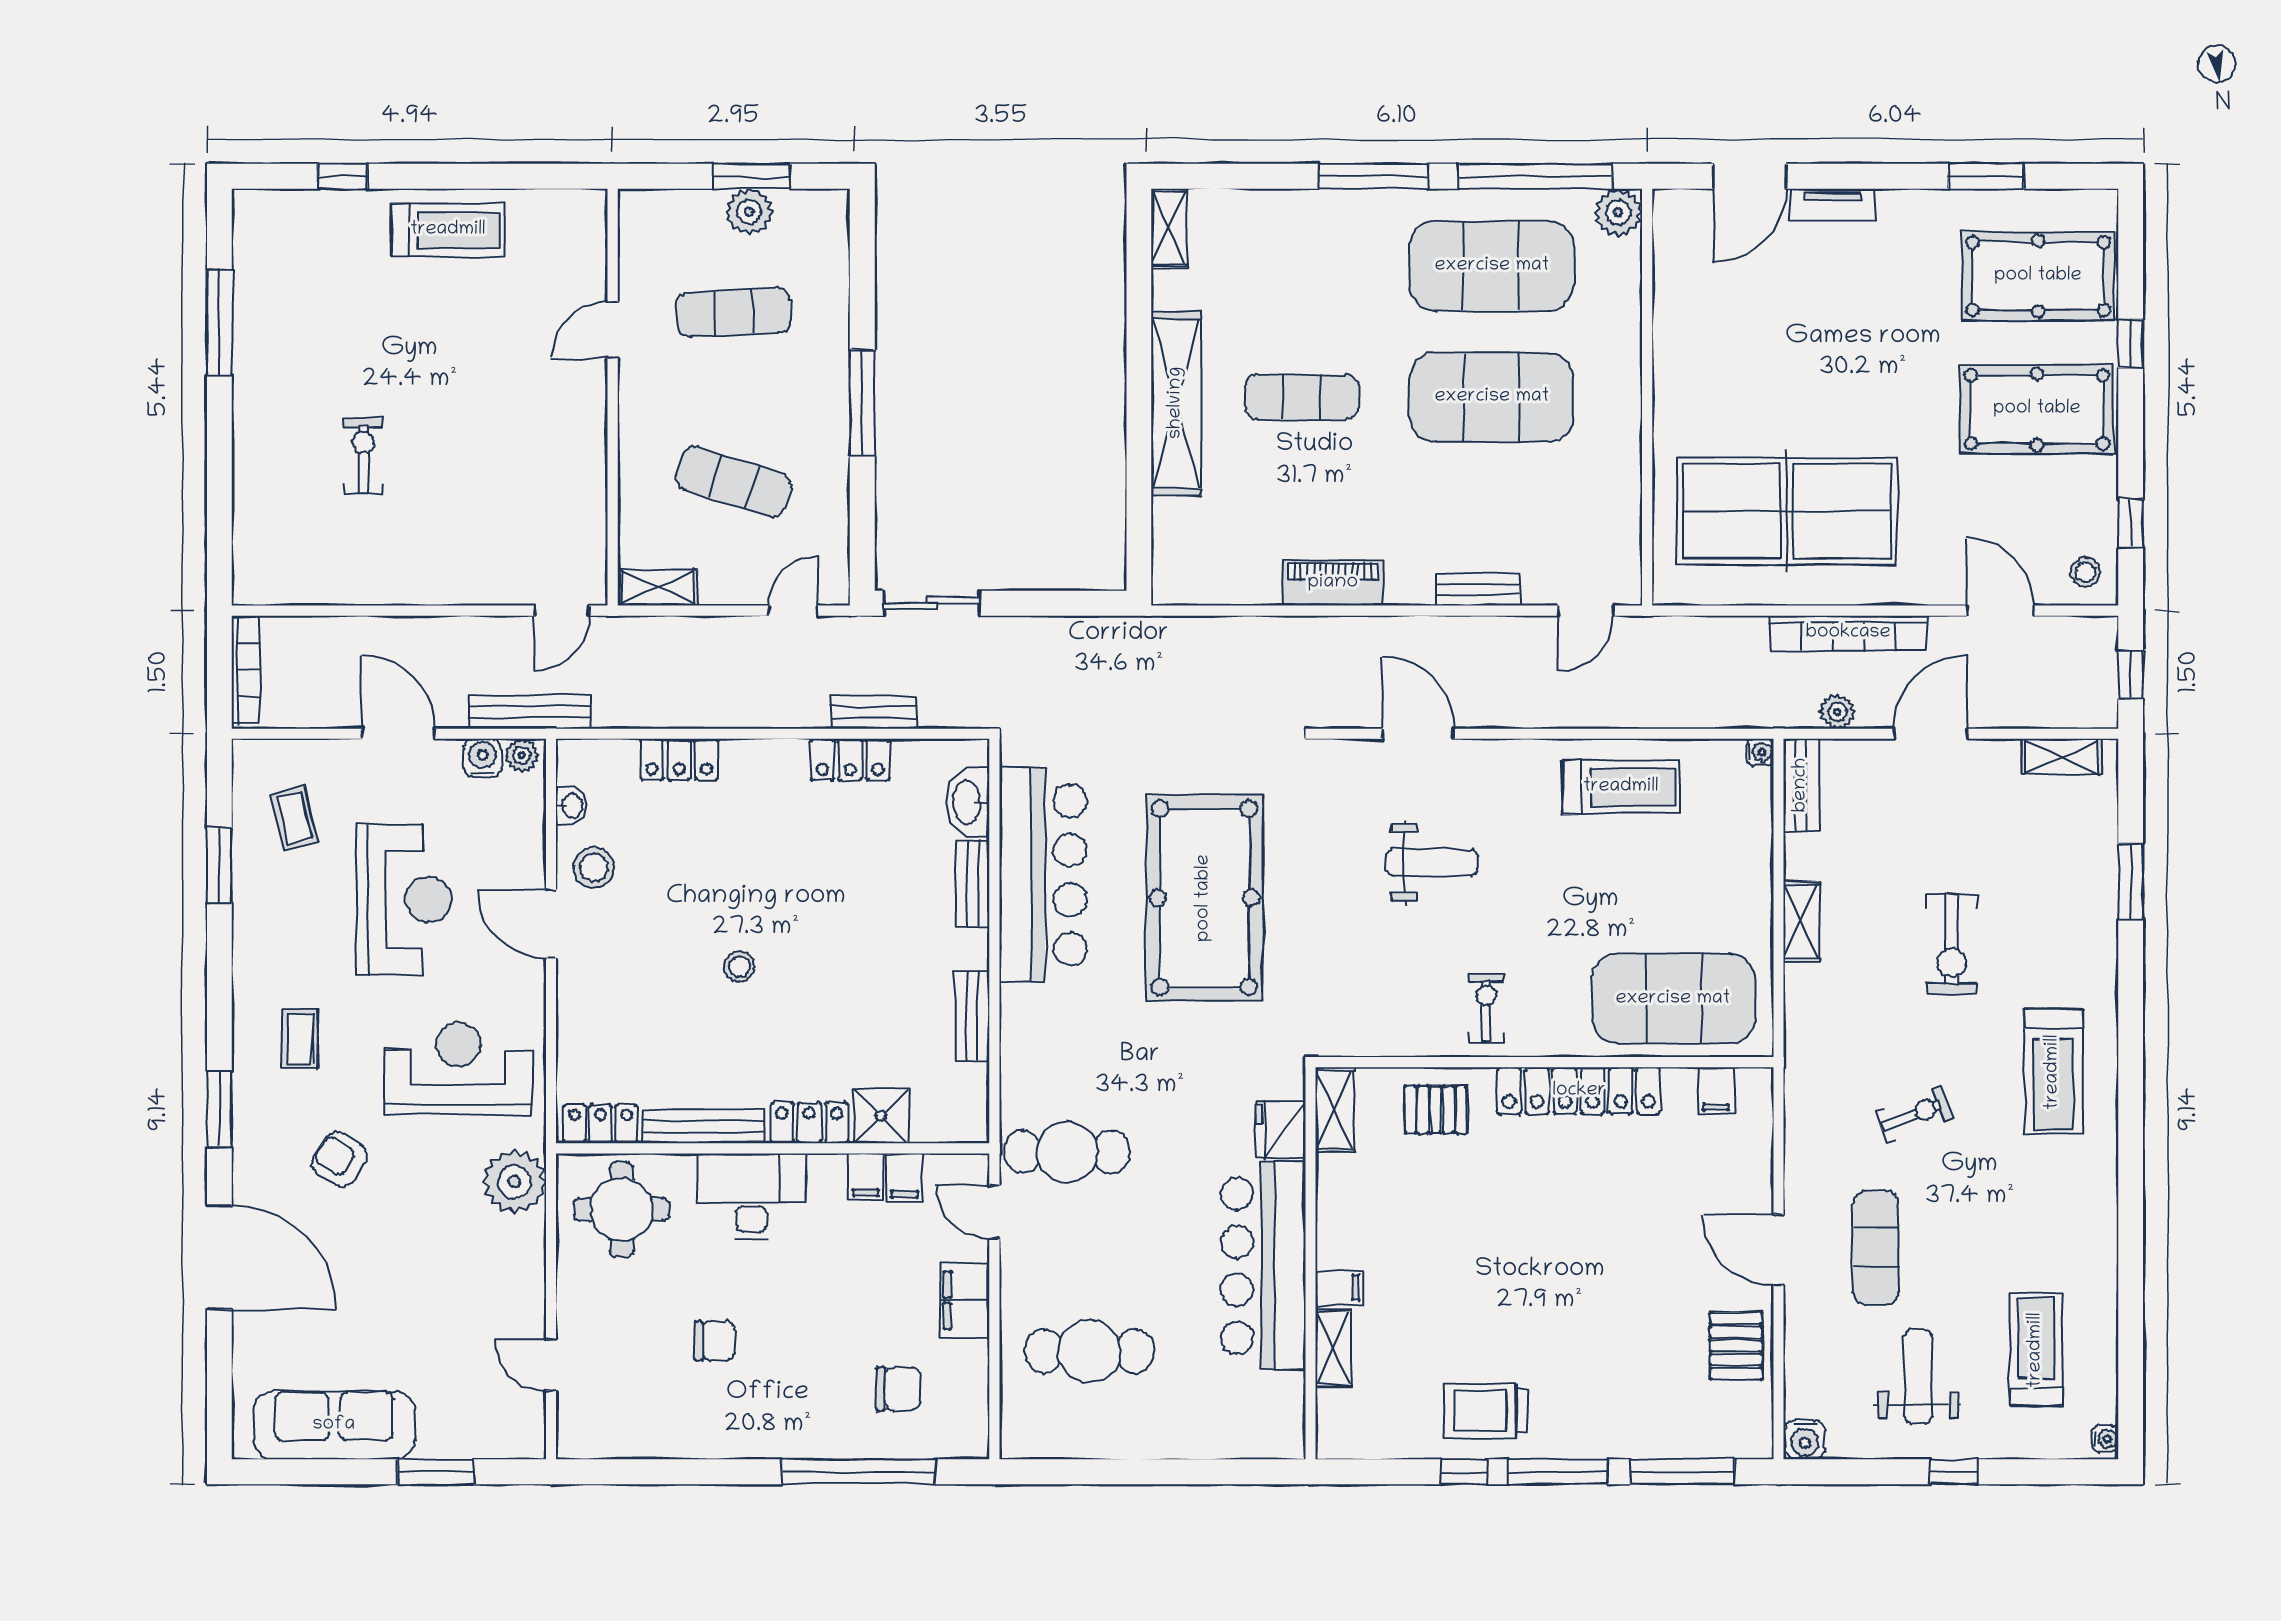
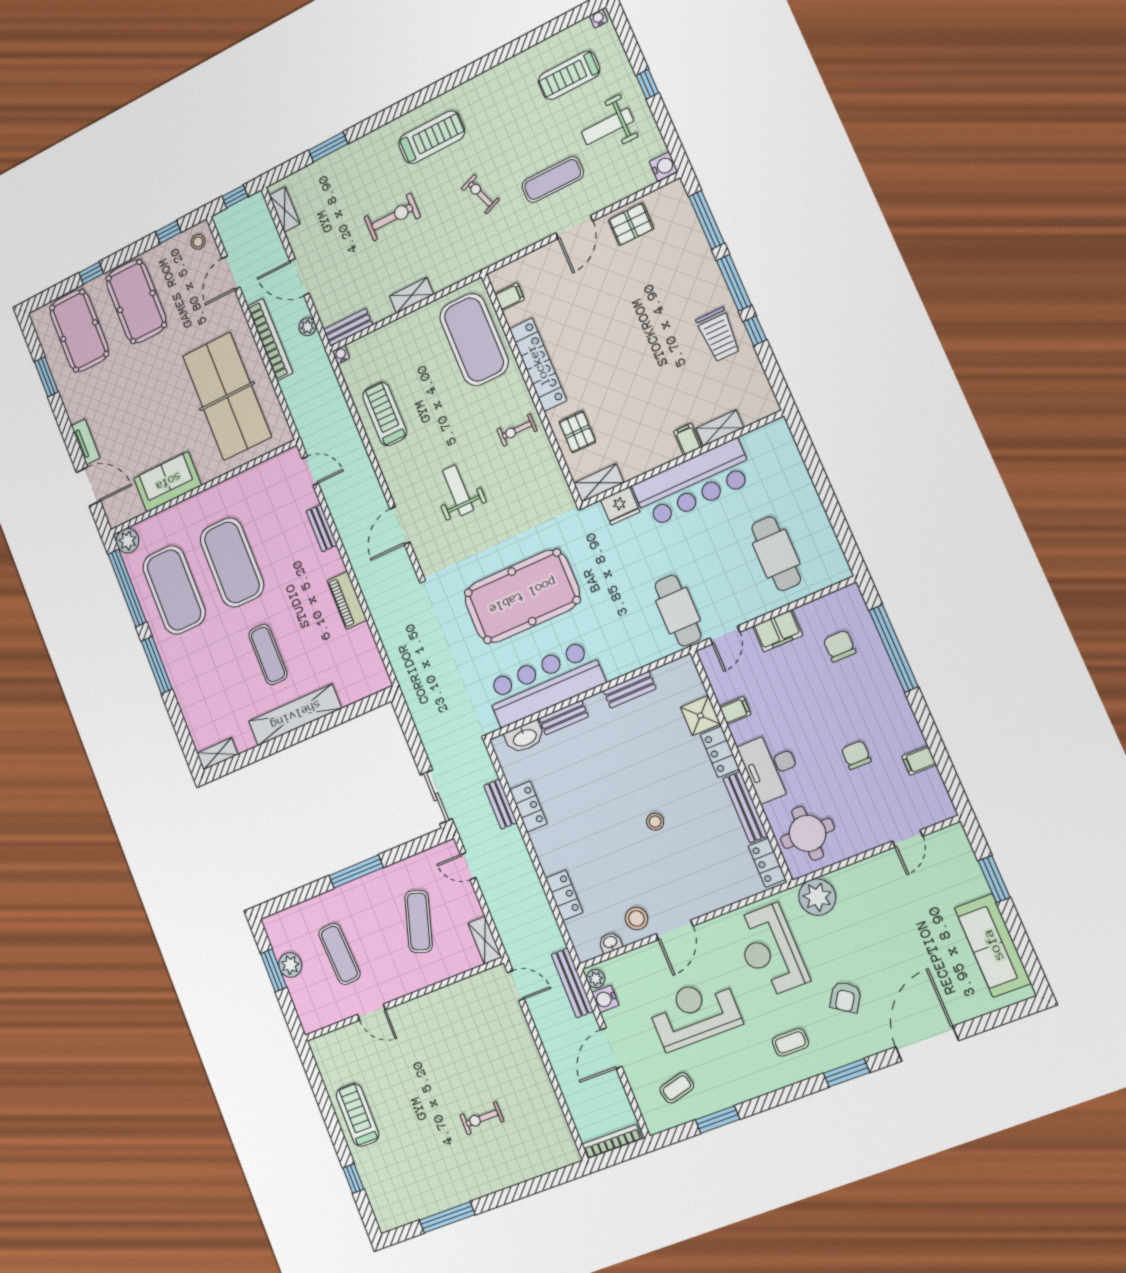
sofa: (1688, 334) -> (168, 482), added
filing cabinet: (904, 1177) -> (919, 760), moved, turned 180

